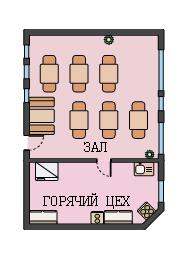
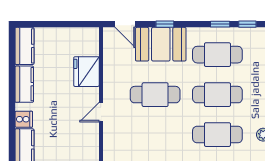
window: (27, 96) -> (165, 24), moved
cafe table: (109, 120) -> (155, 135), removed
door: (104, 160) -> (101, 112), moved
fridge: (47, 171) -> (86, 72), moved
kitchen counter: (71, 217) -> (24, 84), added

